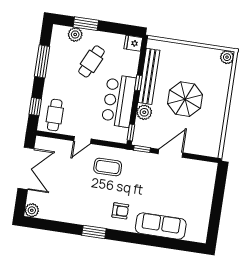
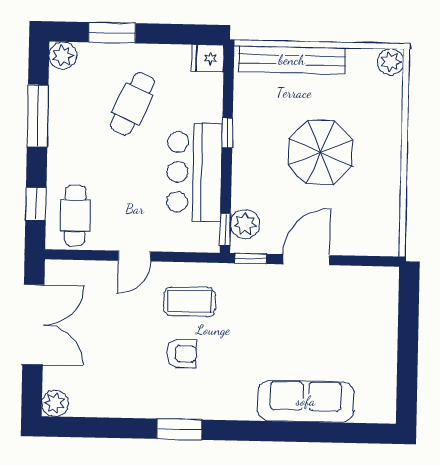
plant: (75, 34) -> (63, 56), moved
bench: (149, 76) -> (292, 60), moved, turned 90
plant: (144, 112) -> (245, 224), moved
armchair: (120, 211) -> (182, 353), moved

